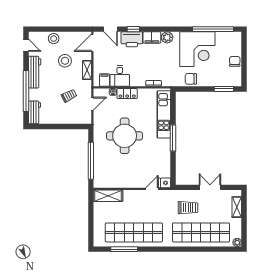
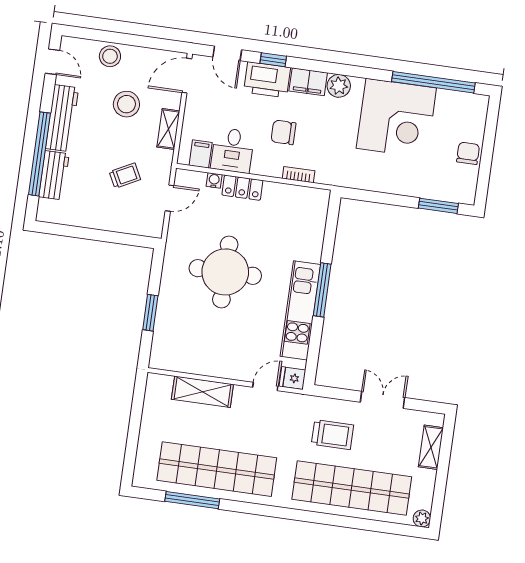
chair: (191, 79) -> (284, 132), moved
workbench: (34, 112) -> (54, 175), moved
kitchen unit: (164, 114) -> (300, 310), moved
window: (91, 161) -> (150, 313), width x0.47
shelving: (108, 196) -> (202, 392), moved

